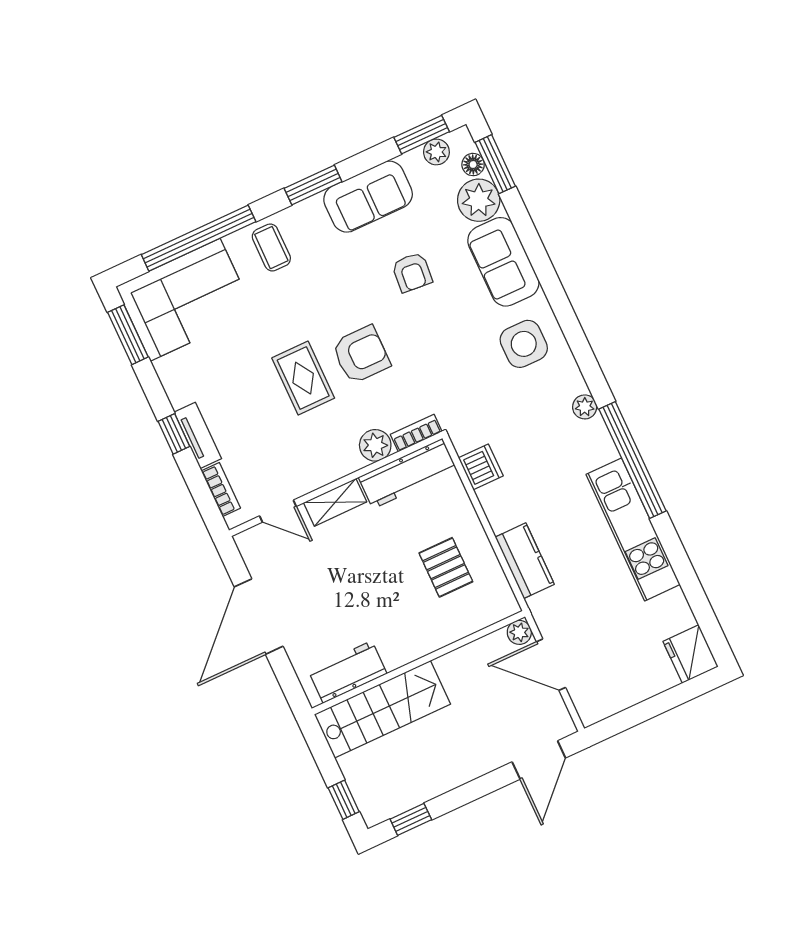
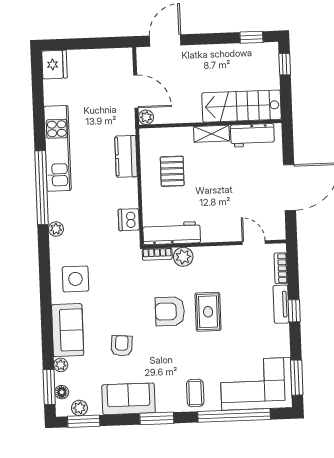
plant: (479, 200) -> (61, 365), width x0.53, depth x0.53
shelving: (335, 502) -> (211, 134), moved

